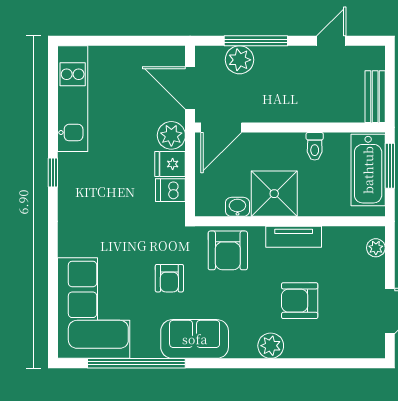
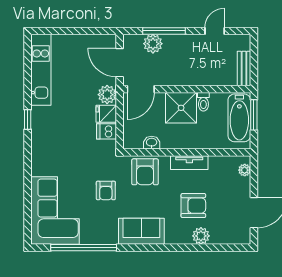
shower: (274, 194) -> (181, 108), moved
armchair: (300, 301) -> (193, 206), turned 180
sofa: (195, 339) -> (141, 231), moved
plant: (271, 346) -> (201, 236), moved

